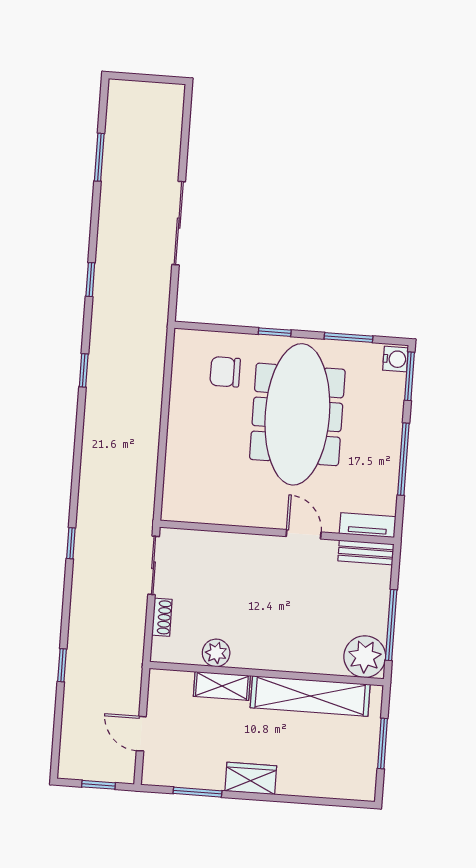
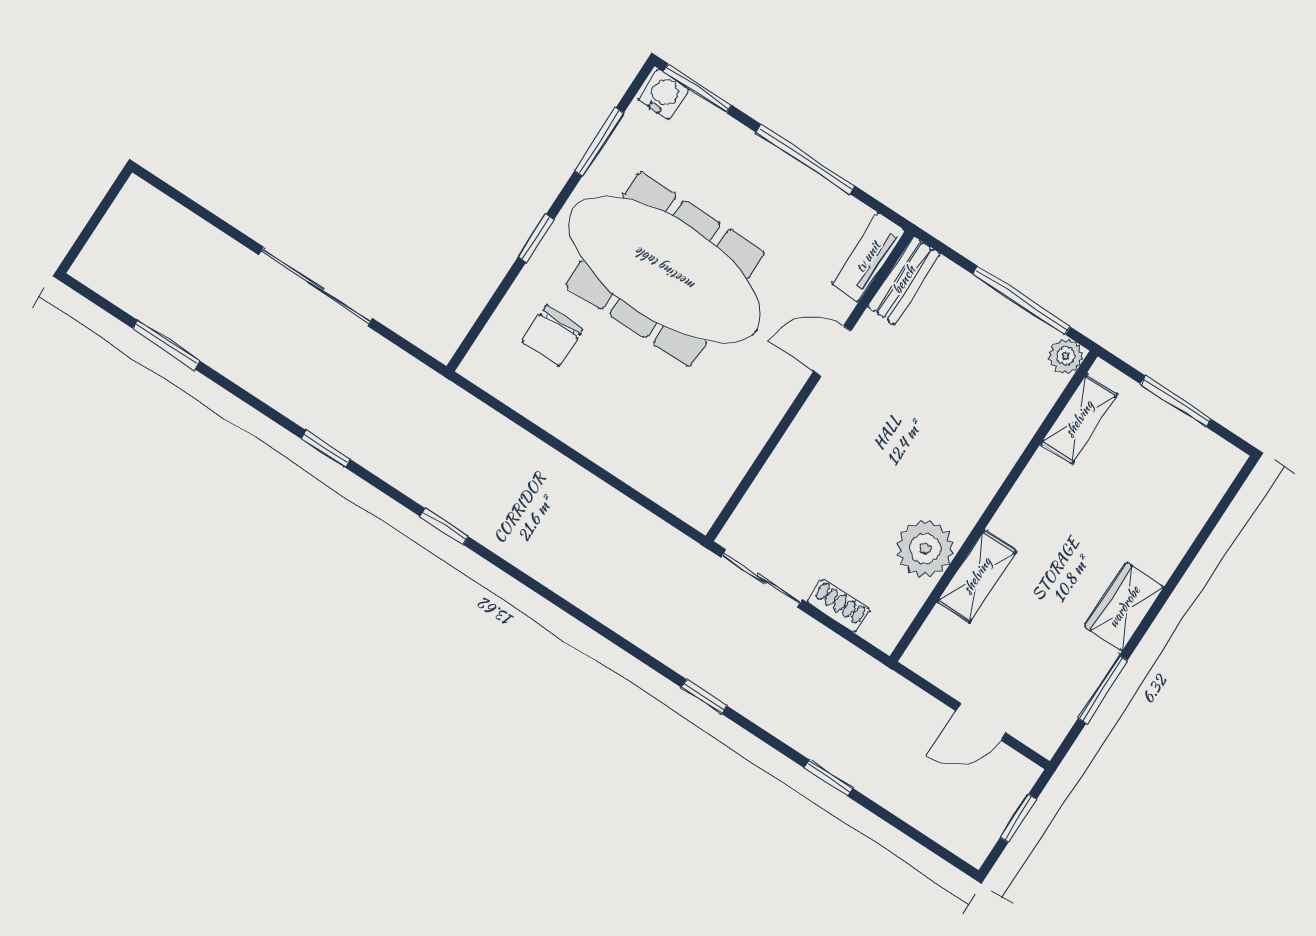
window: (71, 543) -> (704, 697), moved
plant: (216, 653) -> (925, 549), width x1.36, depth x1.36
plant: (365, 657) -> (1066, 356), width x0.53, depth x0.53
shelving: (310, 696) -> (1079, 419), width x0.45, depth x0.75

